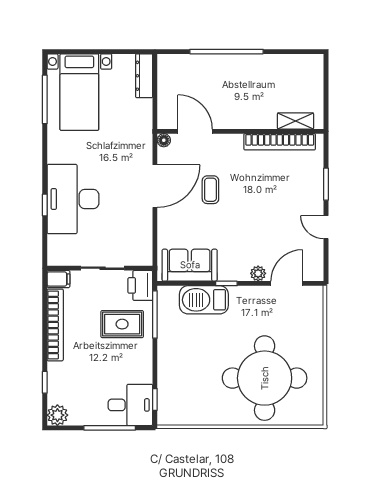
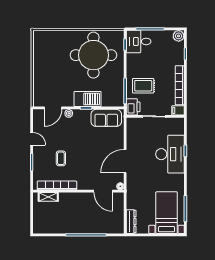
coffee table: (210, 190) -> (61, 158), moved
barbecue: (204, 300) -> (88, 99), moved
round table: (265, 378) -> (93, 55), moved

